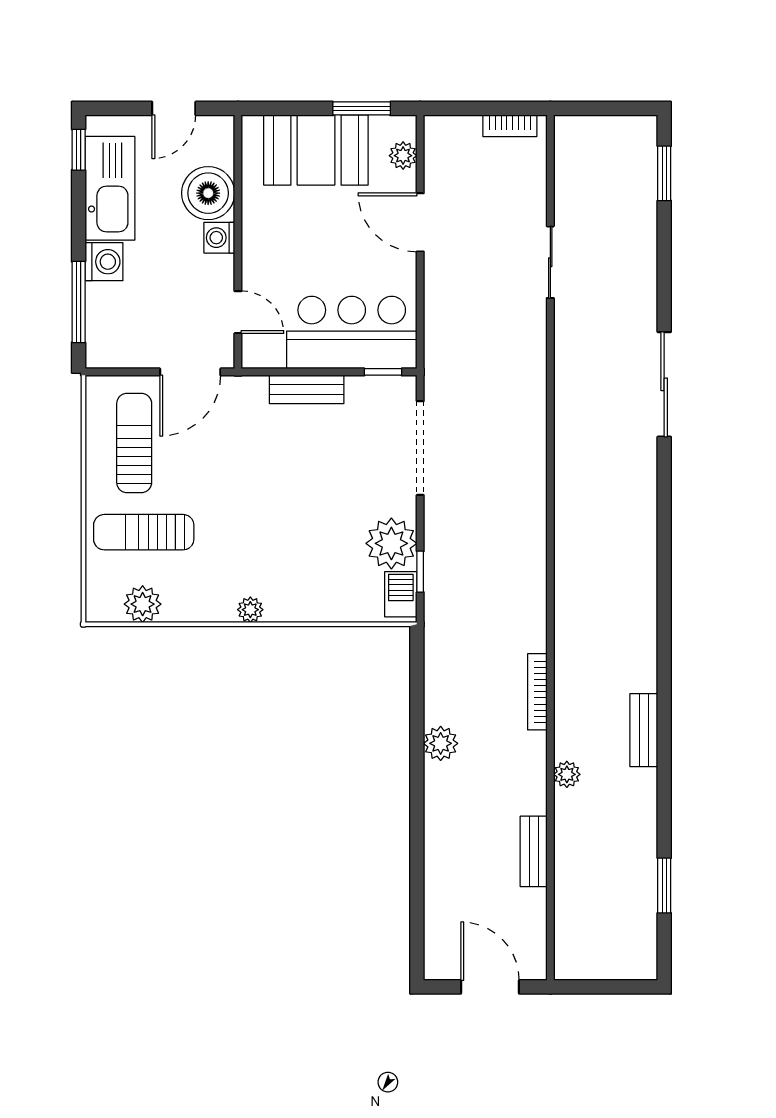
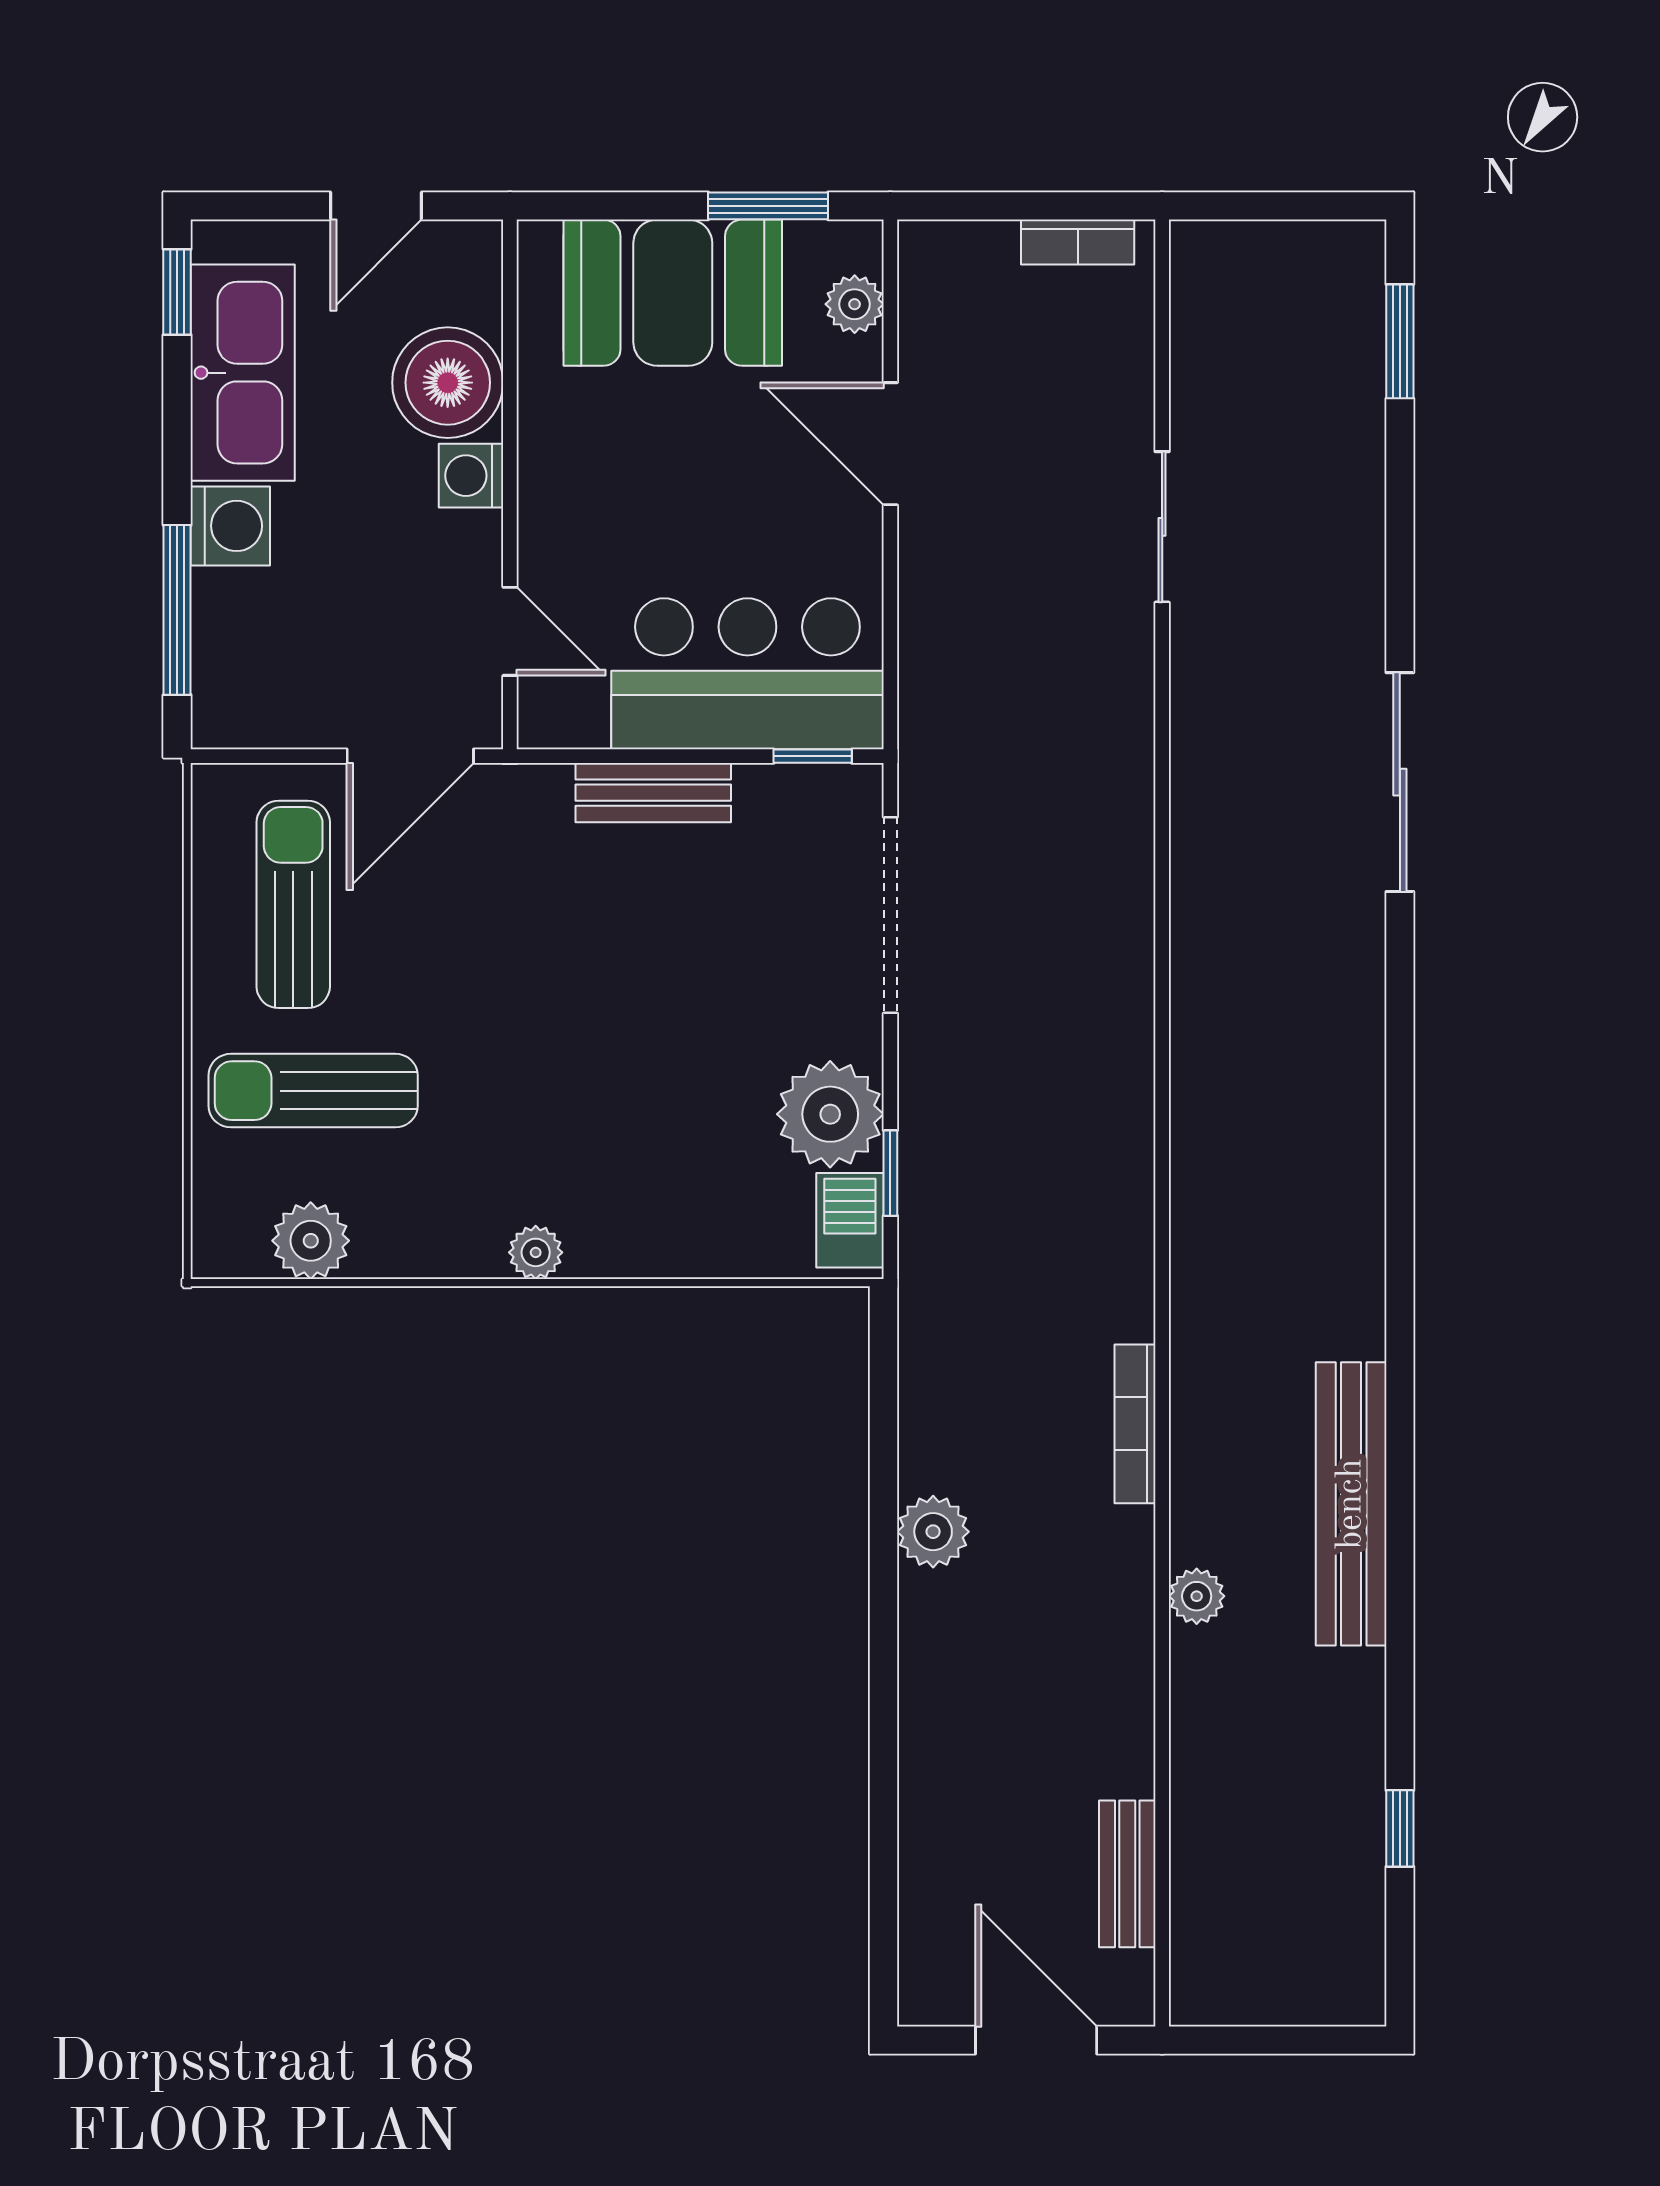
bench: (644, 730) -> (1351, 1504), width x1.86, depth x1.21
bench: (534, 851) -> (1127, 1874), moved
window: (664, 885) -> (1400, 1828), width x0.67

